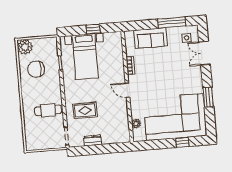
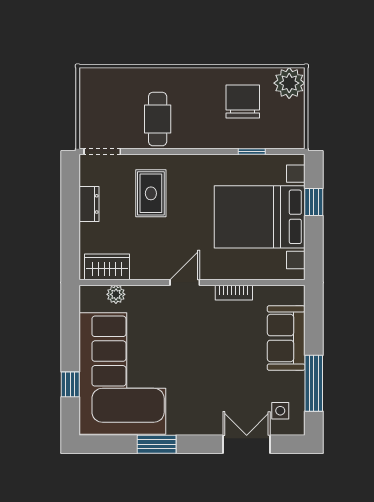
window: (93, 29) -> (314, 202), moved
bed with nightstands: (85, 57) -> (260, 217), width x1.36
wardrobe: (123, 129) -> (107, 267), added

